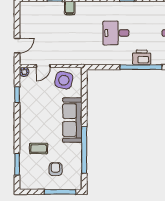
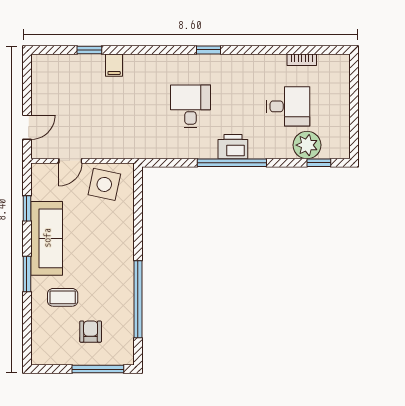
desk: (116, 33) -> (190, 106), turned 90
plant: (24, 72) -> (39, 171), removed
sofa: (72, 120) -> (47, 238), moved, turned 180
window: (17, 164) -> (27, 274), moved

